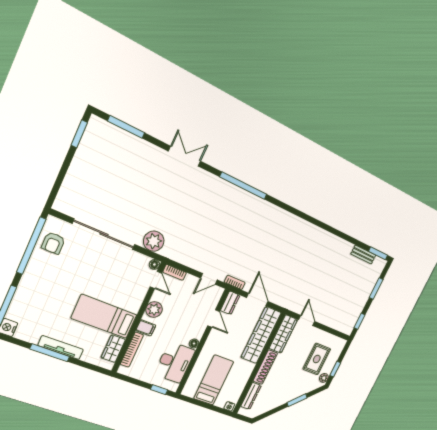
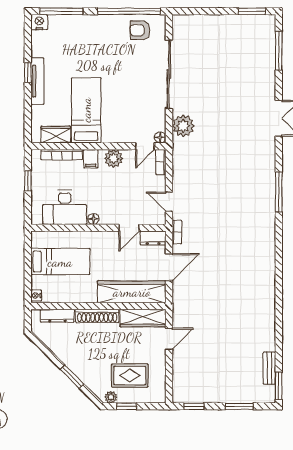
window: (243, 186) -> (279, 192), width x0.68
window: (50, 353) -> (28, 73), width x0.46
window: (159, 390) -> (28, 181), moved

